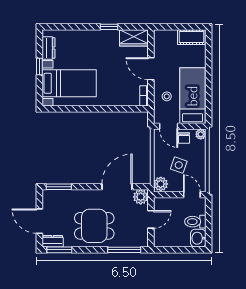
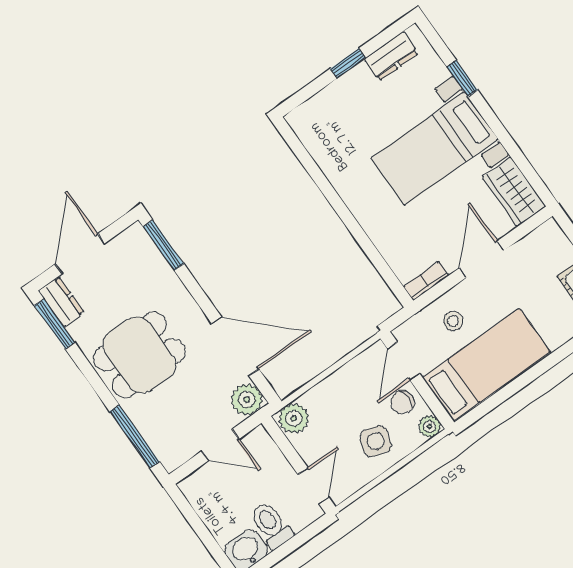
window: (109, 27) -> (462, 78), moved
bed with nightstands: (69, 83) -> (434, 149), moved, turned 90
side table: (179, 165) -> (376, 441), moved
dining table: (94, 226) -> (139, 355), turned 90

